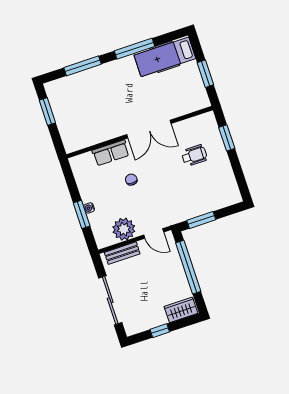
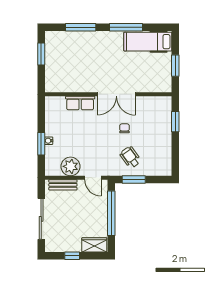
wheelchair: (194, 155) -> (130, 157), moved, turned -126
chair: (131, 180) -> (124, 128), moved

